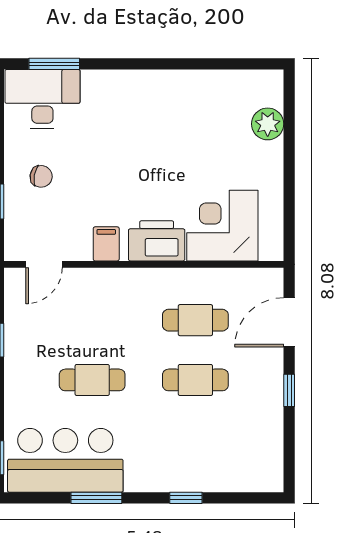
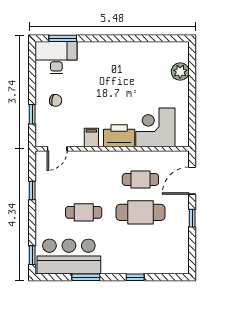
cafe table: (195, 380) -> (140, 212), width x1.37, depth x1.35

